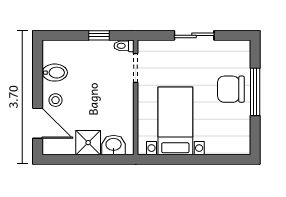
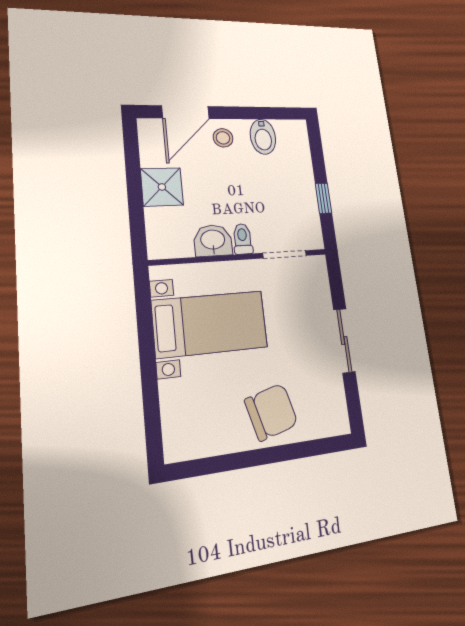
toilet: (124, 46) -> (243, 239), moved
chair: (231, 89) -> (271, 412), turned 75
window: (255, 92) -> (272, 455), removed
washbasin: (114, 145) -> (213, 240), moved, turned -90

